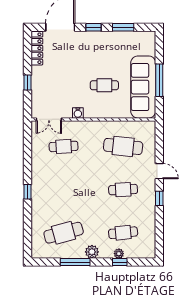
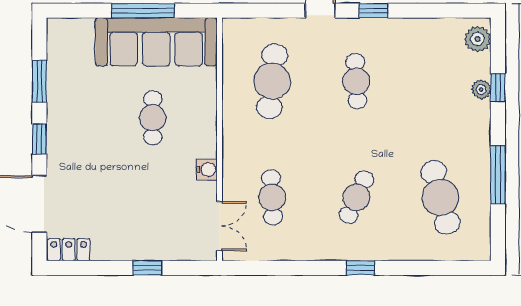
locker: (37, 48) -> (69, 250), width x0.66
cafe table: (123, 233) -> (356, 197), moved, turned 30
plant: (92, 252) -> (478, 39), moved

